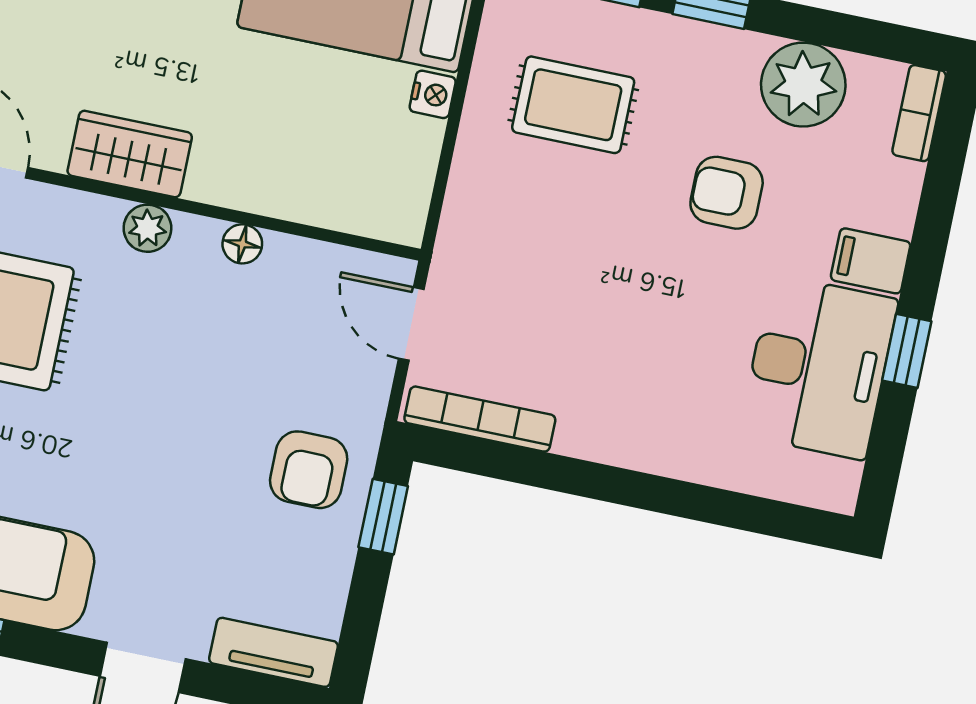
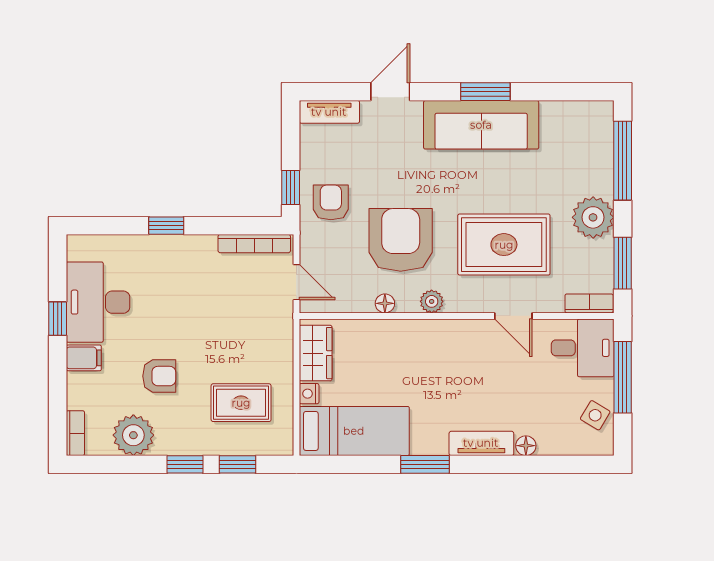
wardrobe: (130, 154) -> (316, 353), moved, turned -90
armchair: (184, 365) -> (401, 240), added
window: (649, 492) -> (166, 226), added

